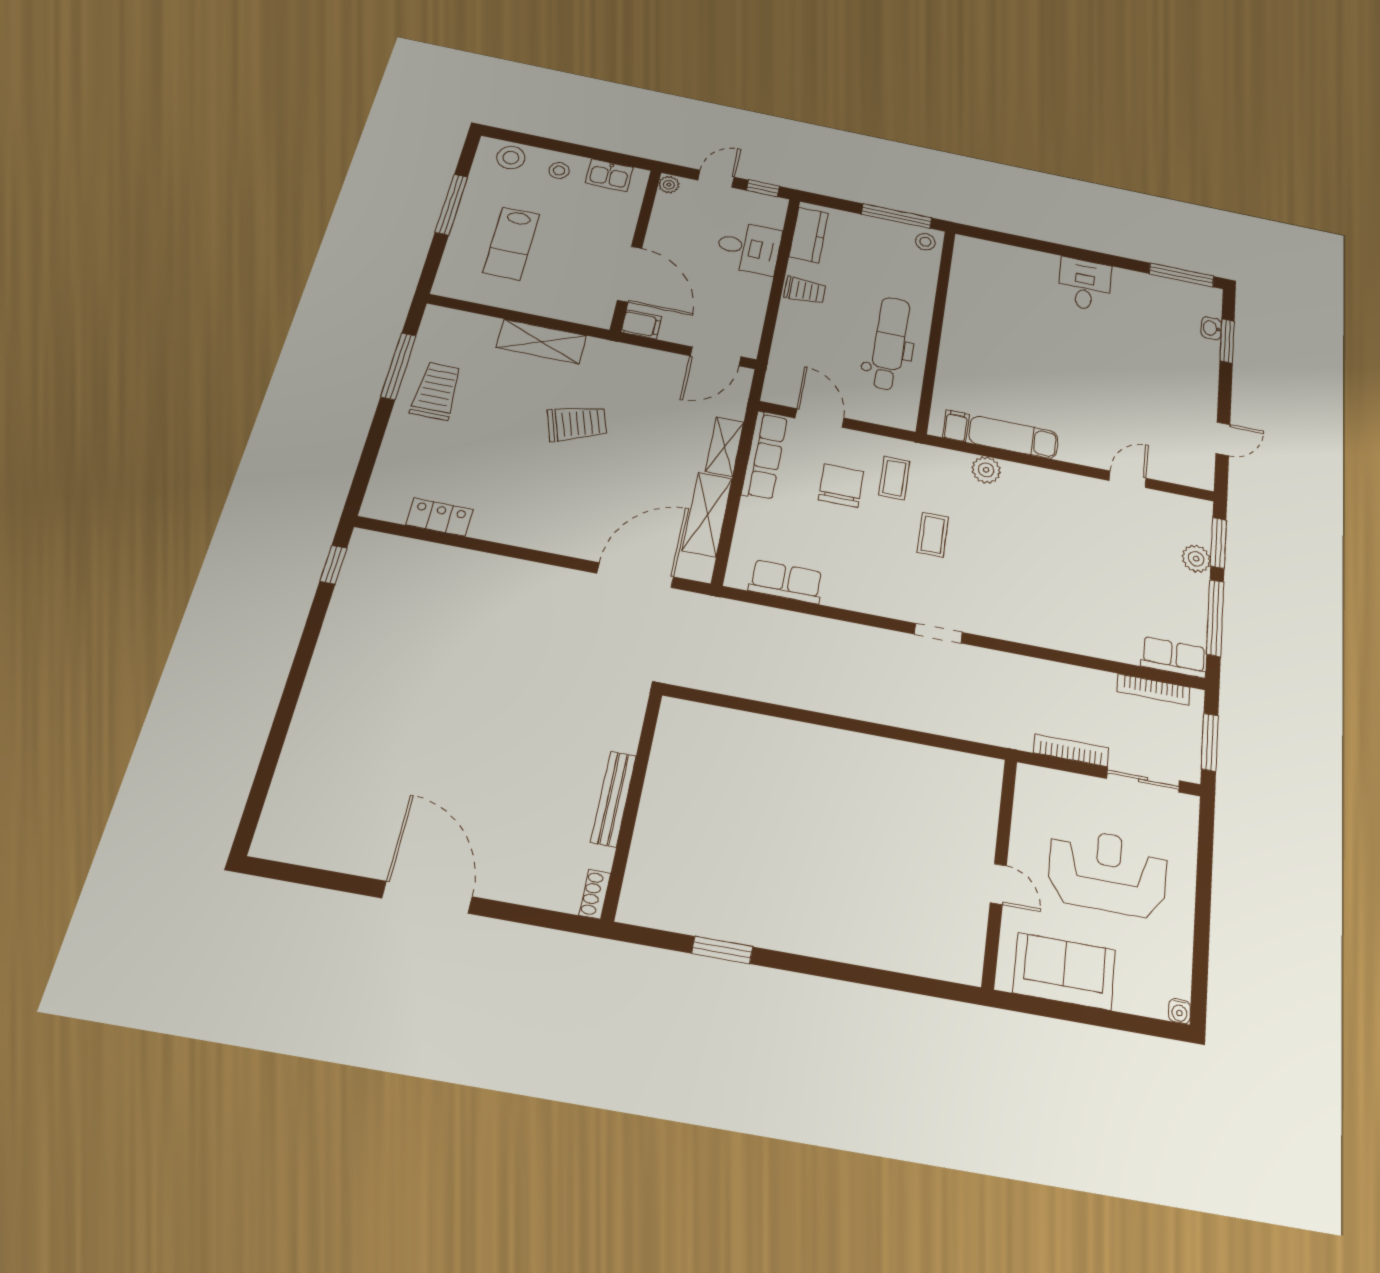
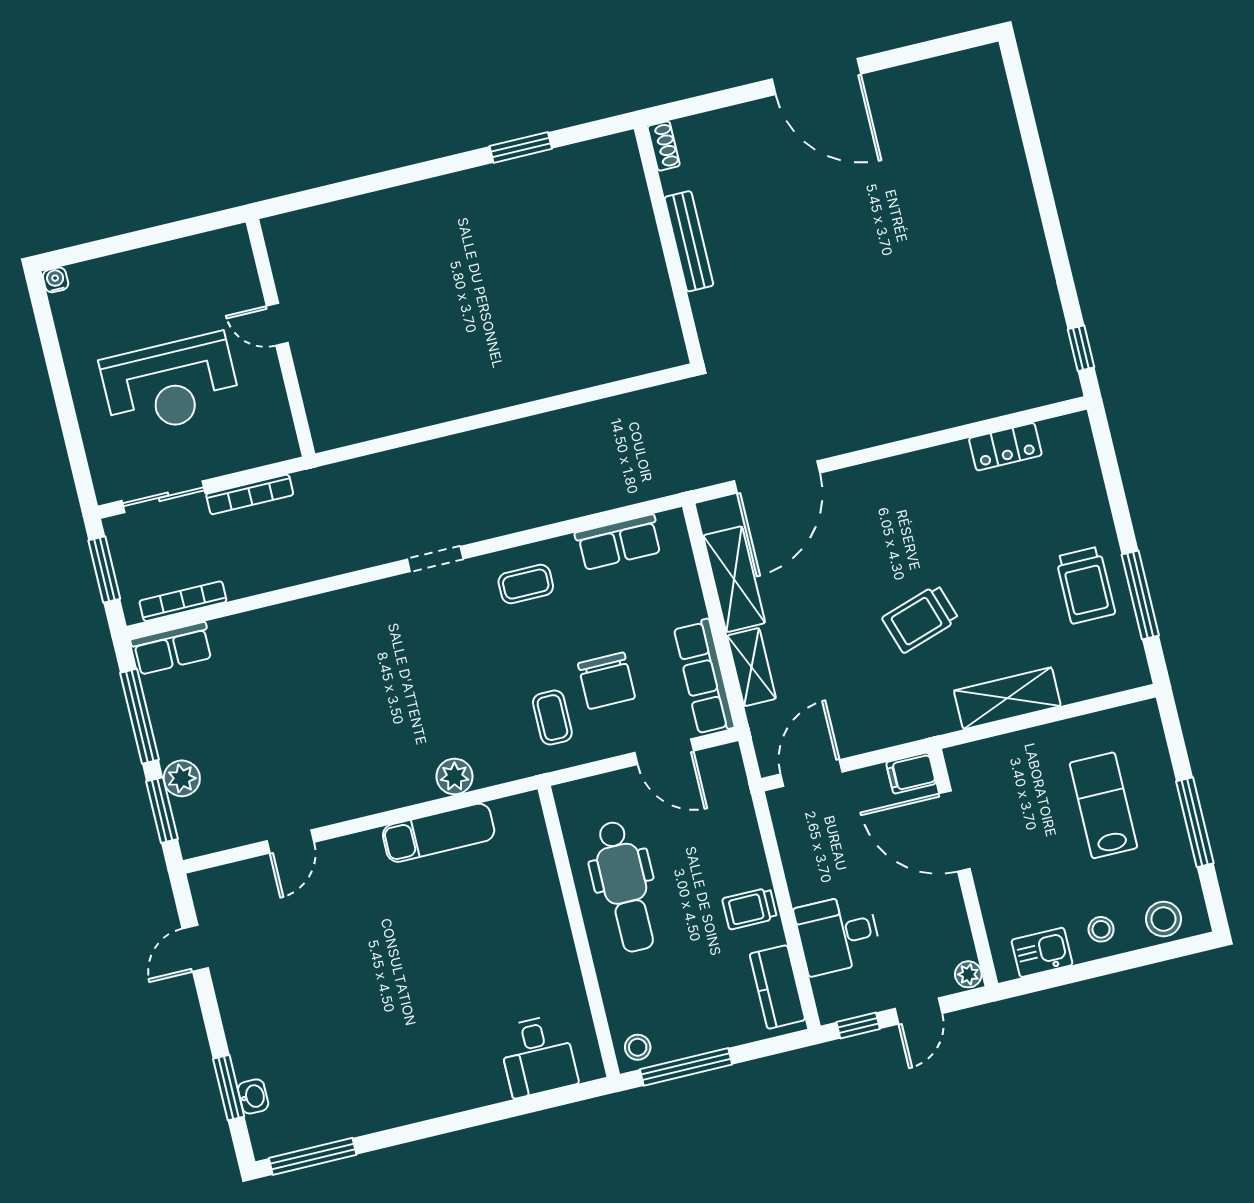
desk: (1085, 284) -> (538, 1056), moved
filing cabinet: (956, 426) -> (509, 816), removed
coffee table: (933, 535) -> (526, 584), moved, turned 90
sofa: (1064, 971) -> (182, 269), removed

